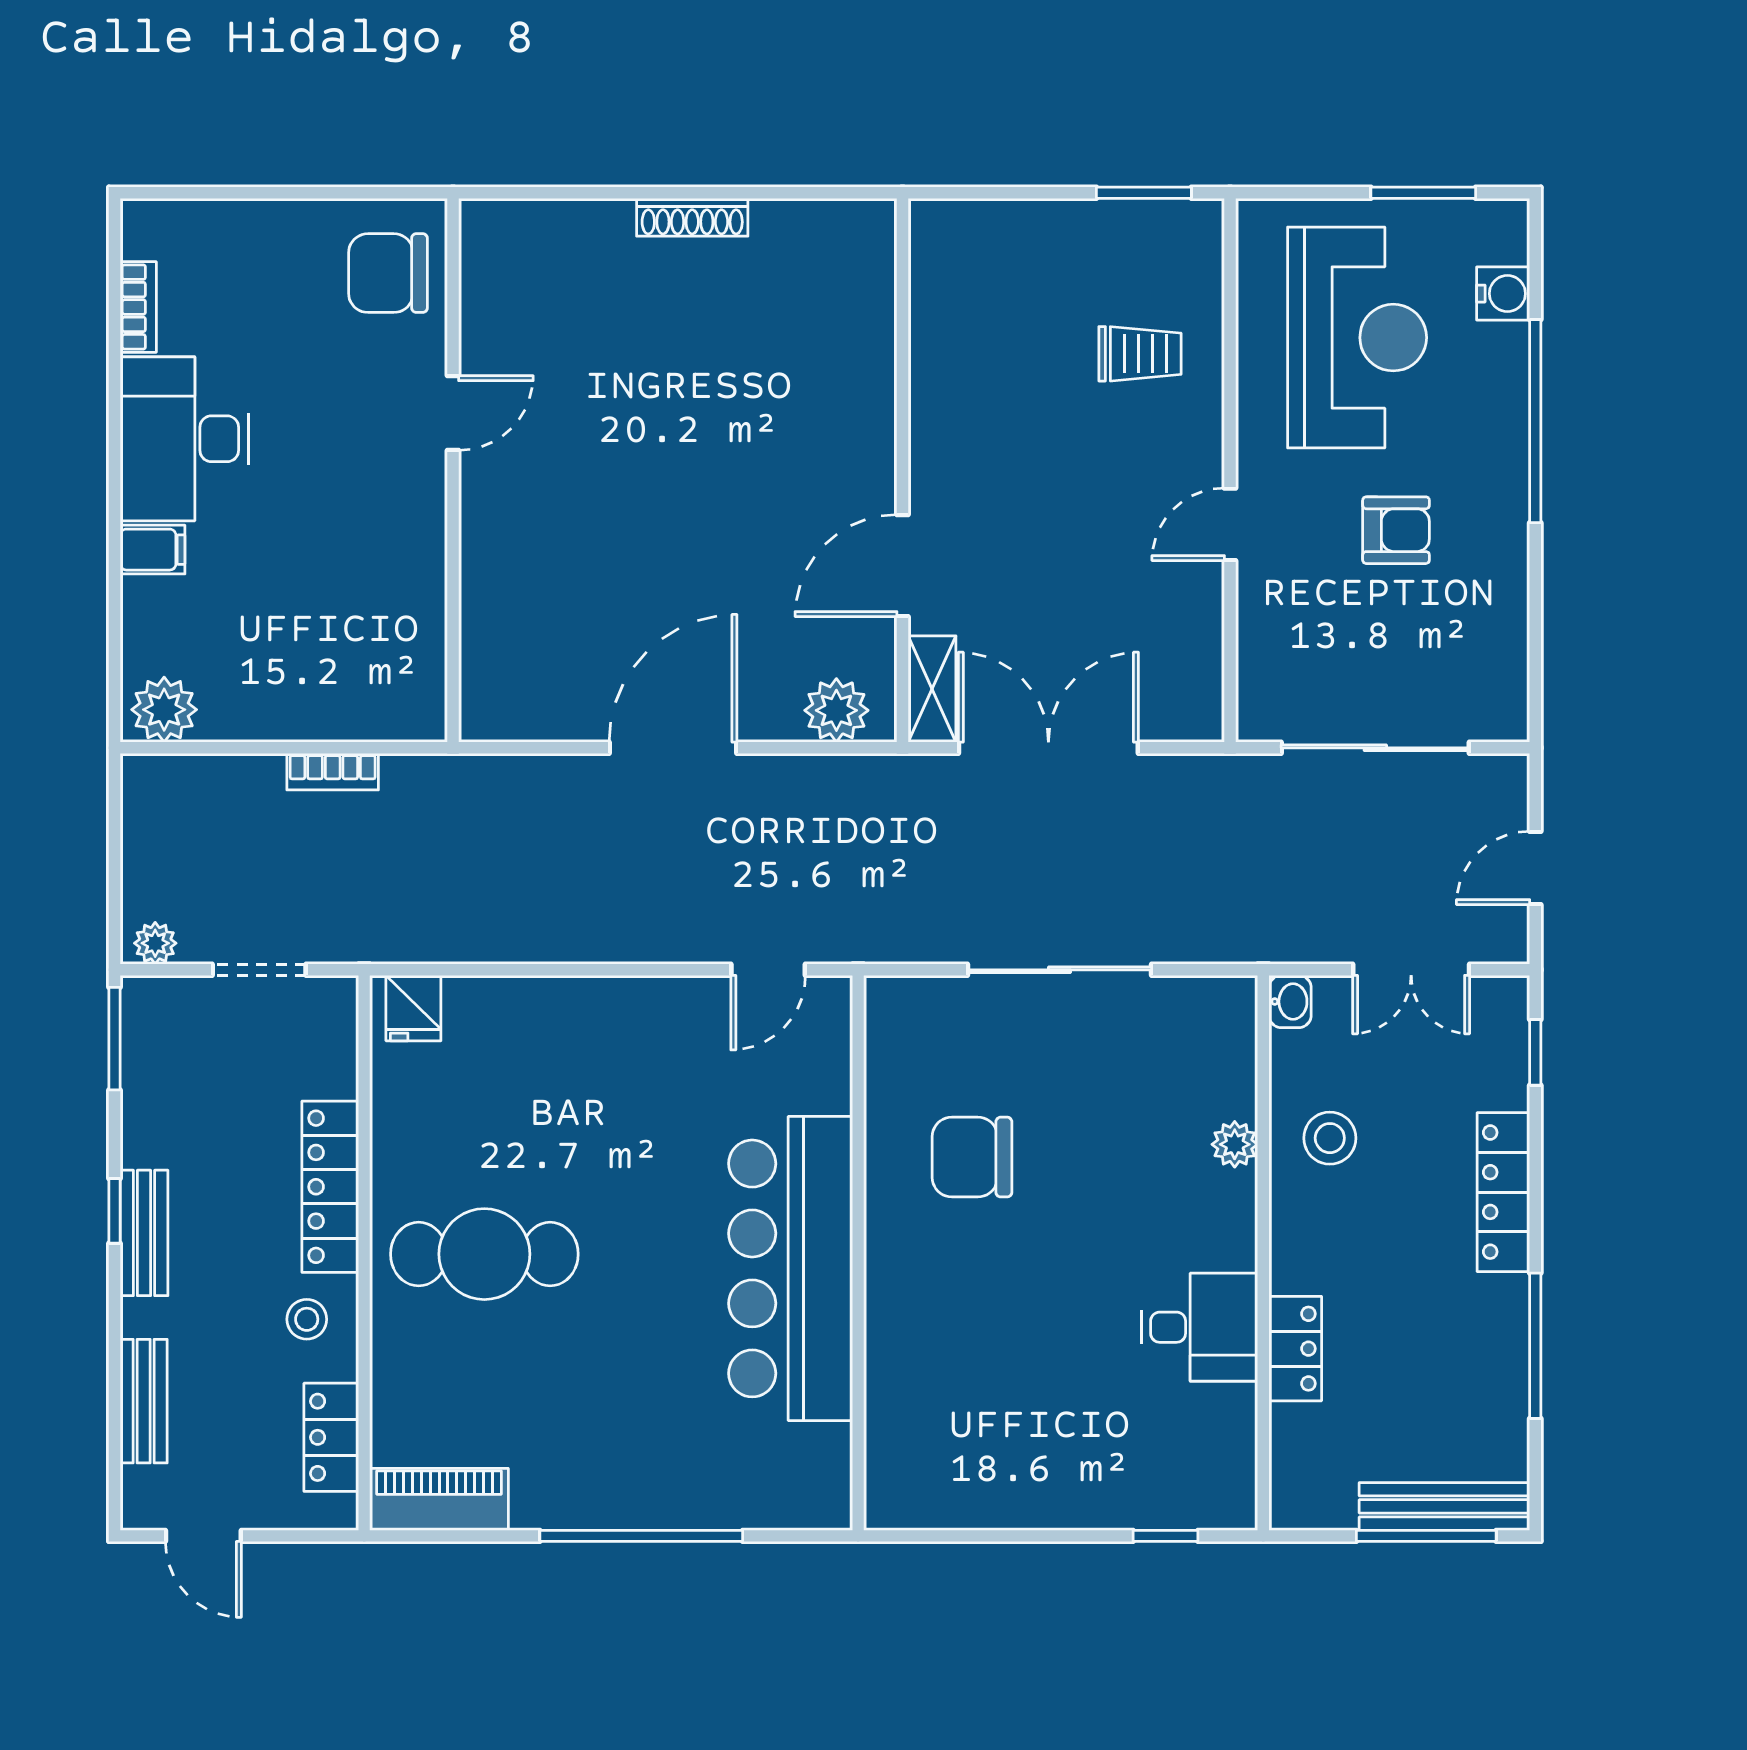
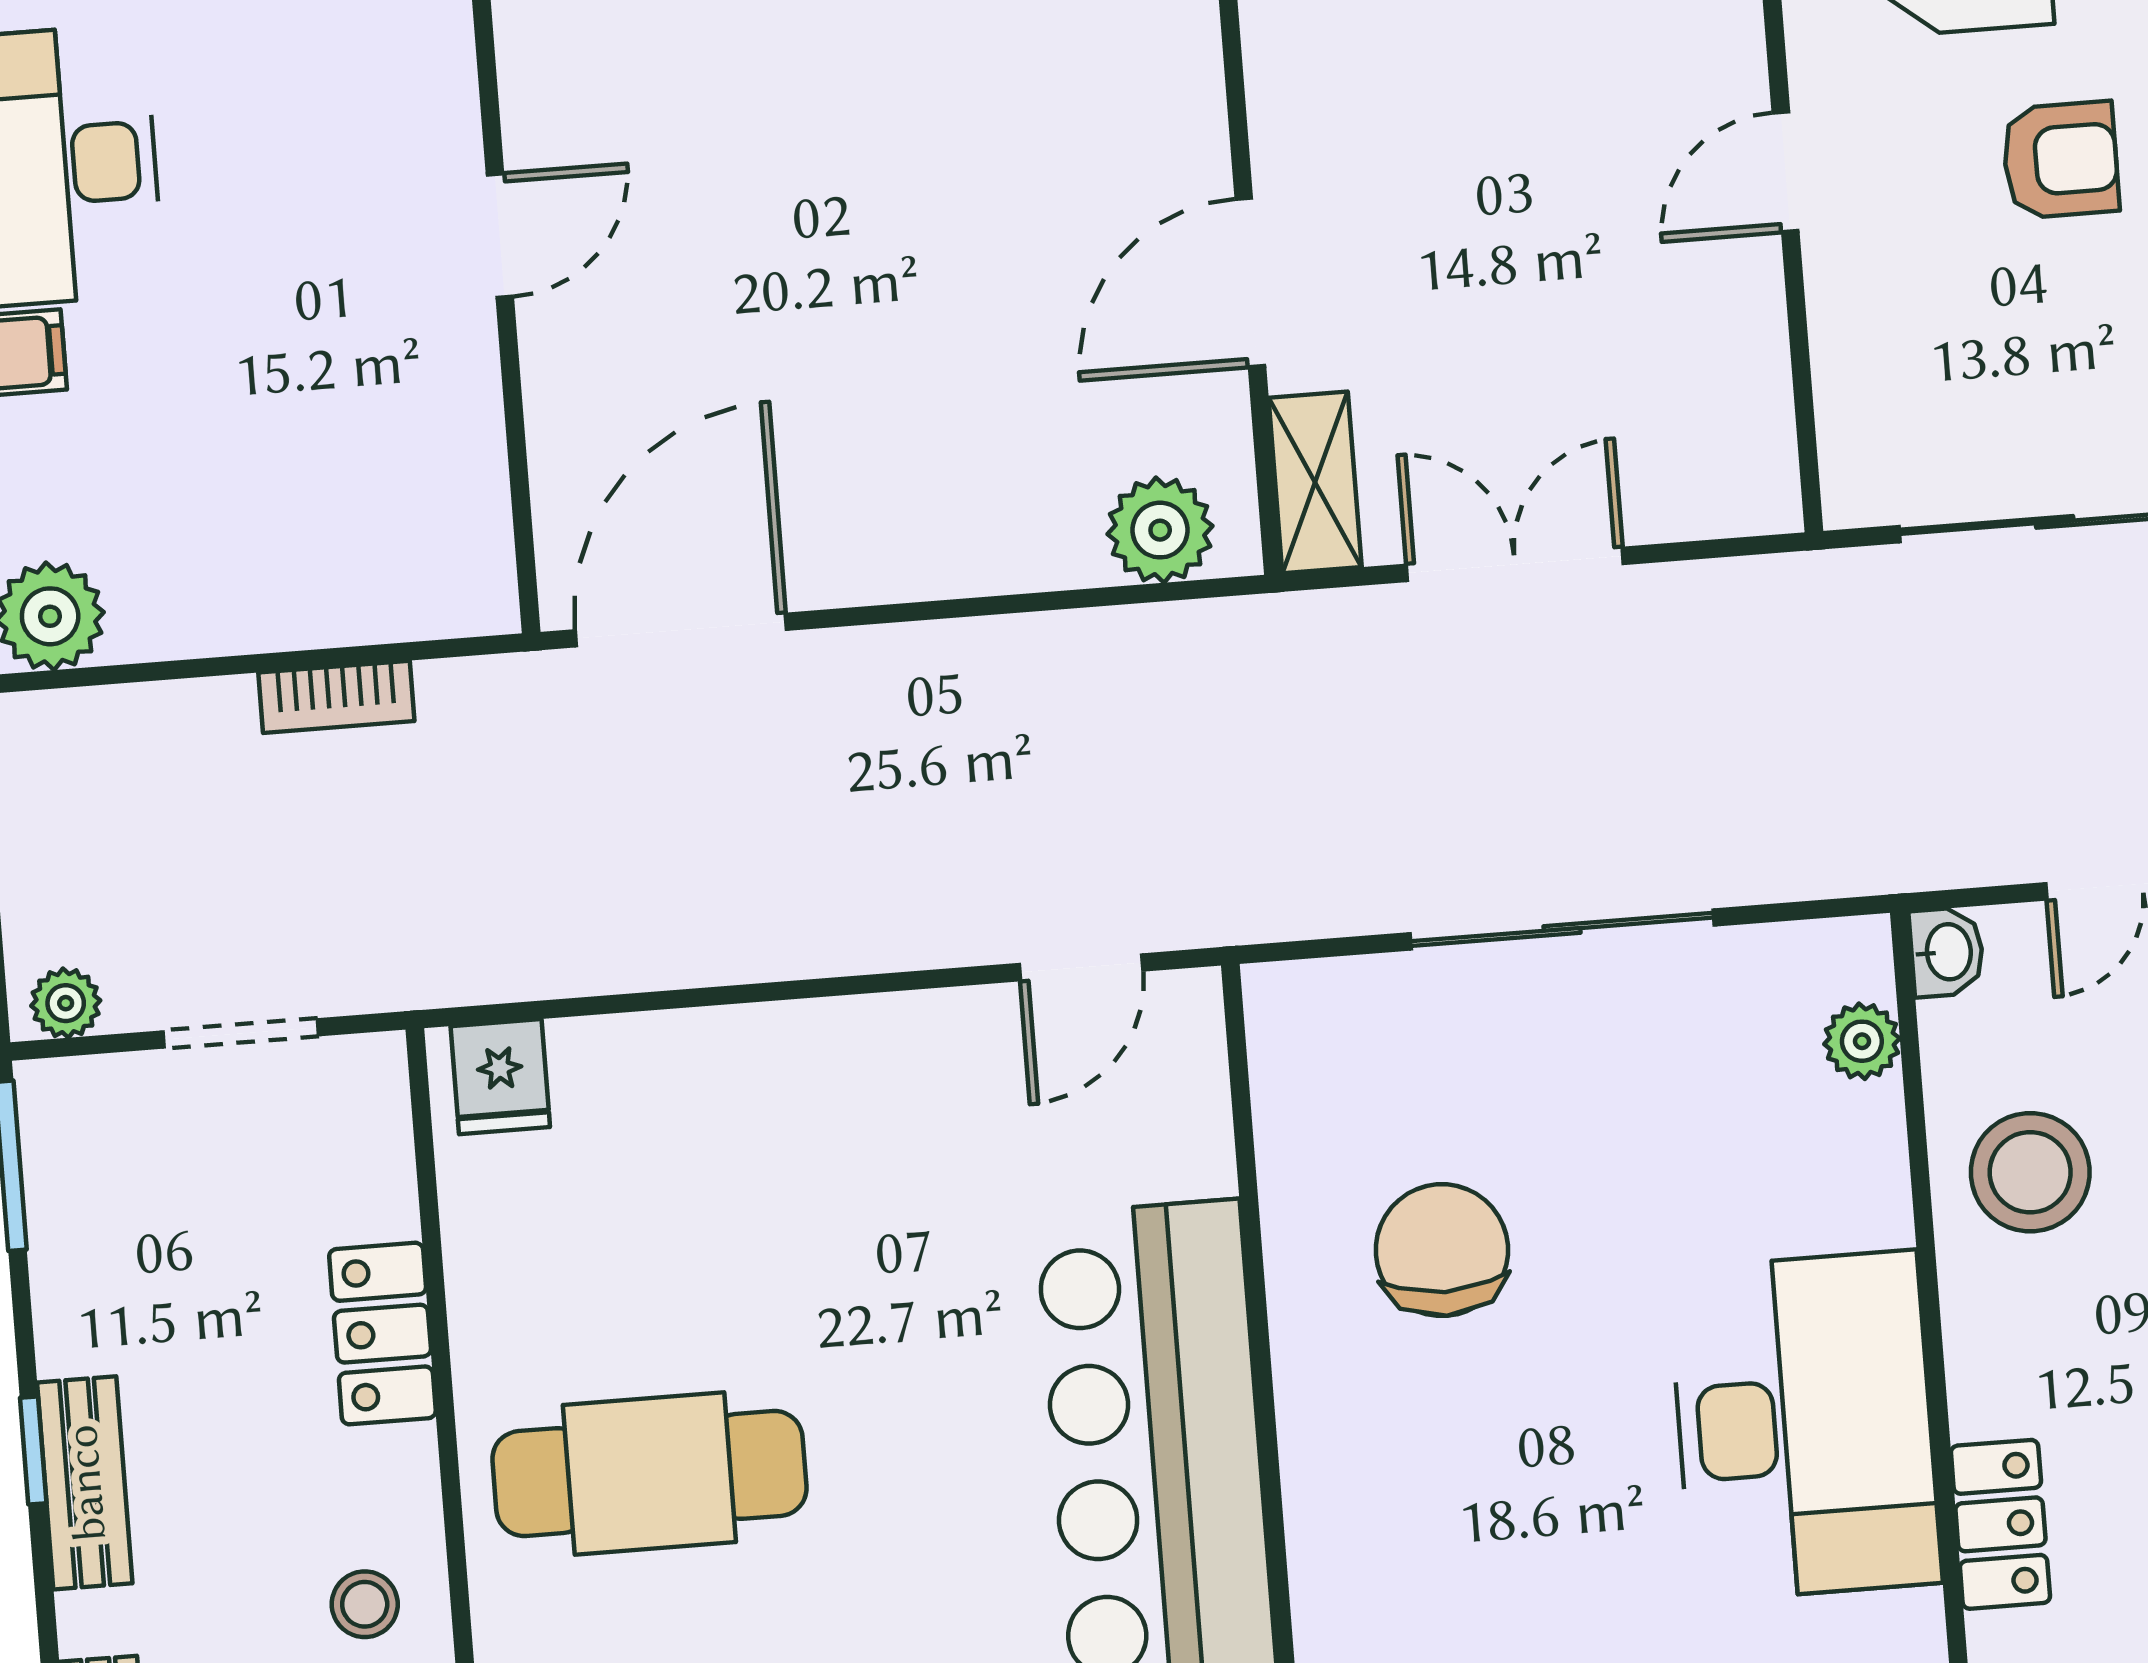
door: (453, 413) -> (500, 236), moved
door: (673, 748) -> (681, 630), moved
double door: (1048, 748) -> (1515, 564), width x0.73
stool: (1330, 1138) -> (2030, 1172), width x1.38, depth x1.38
plant: (1235, 1144) -> (1862, 1041), moved
chair: (972, 1157) -> (1442, 1250), turned 90
locker: (330, 1187) -> (382, 1334), width x0.66
desk: (1200, 1327) -> (1805, 1426), width x1.87, depth x1.30

